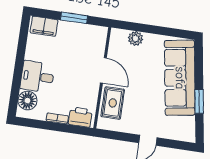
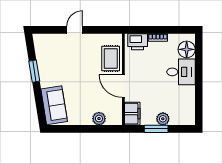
filing cabinet: (44, 26) -> (132, 114), moved, turned 90
plant: (65, 28) -> (163, 119), added
sofa: (180, 78) -> (54, 105), width x0.54, depth x0.79

